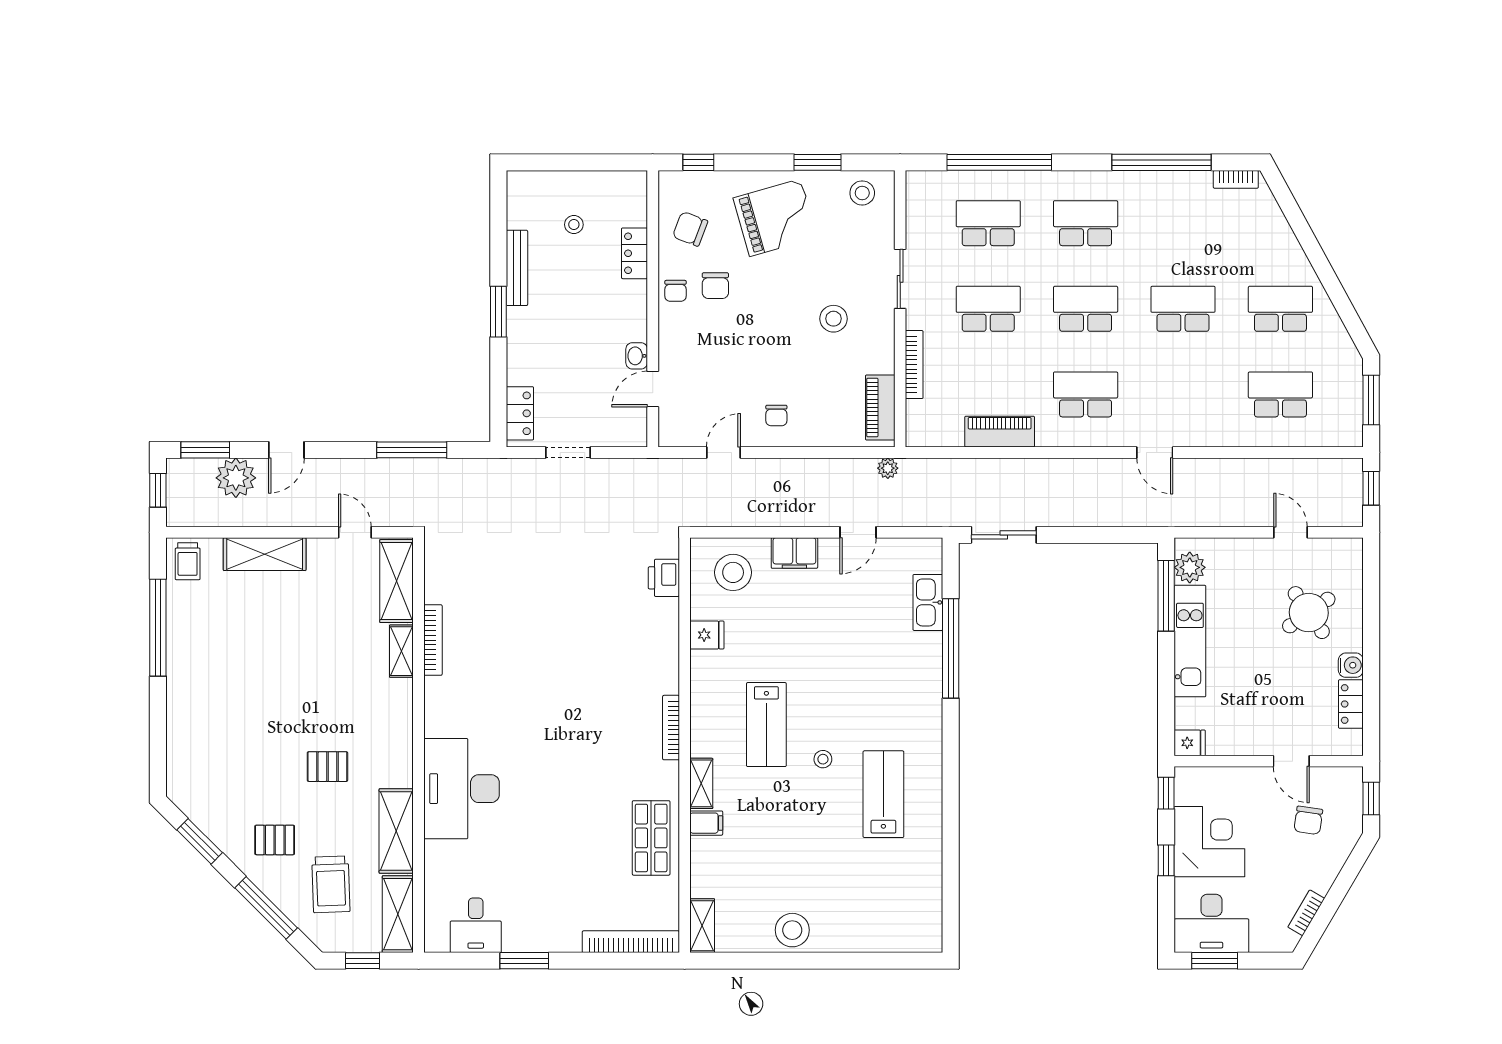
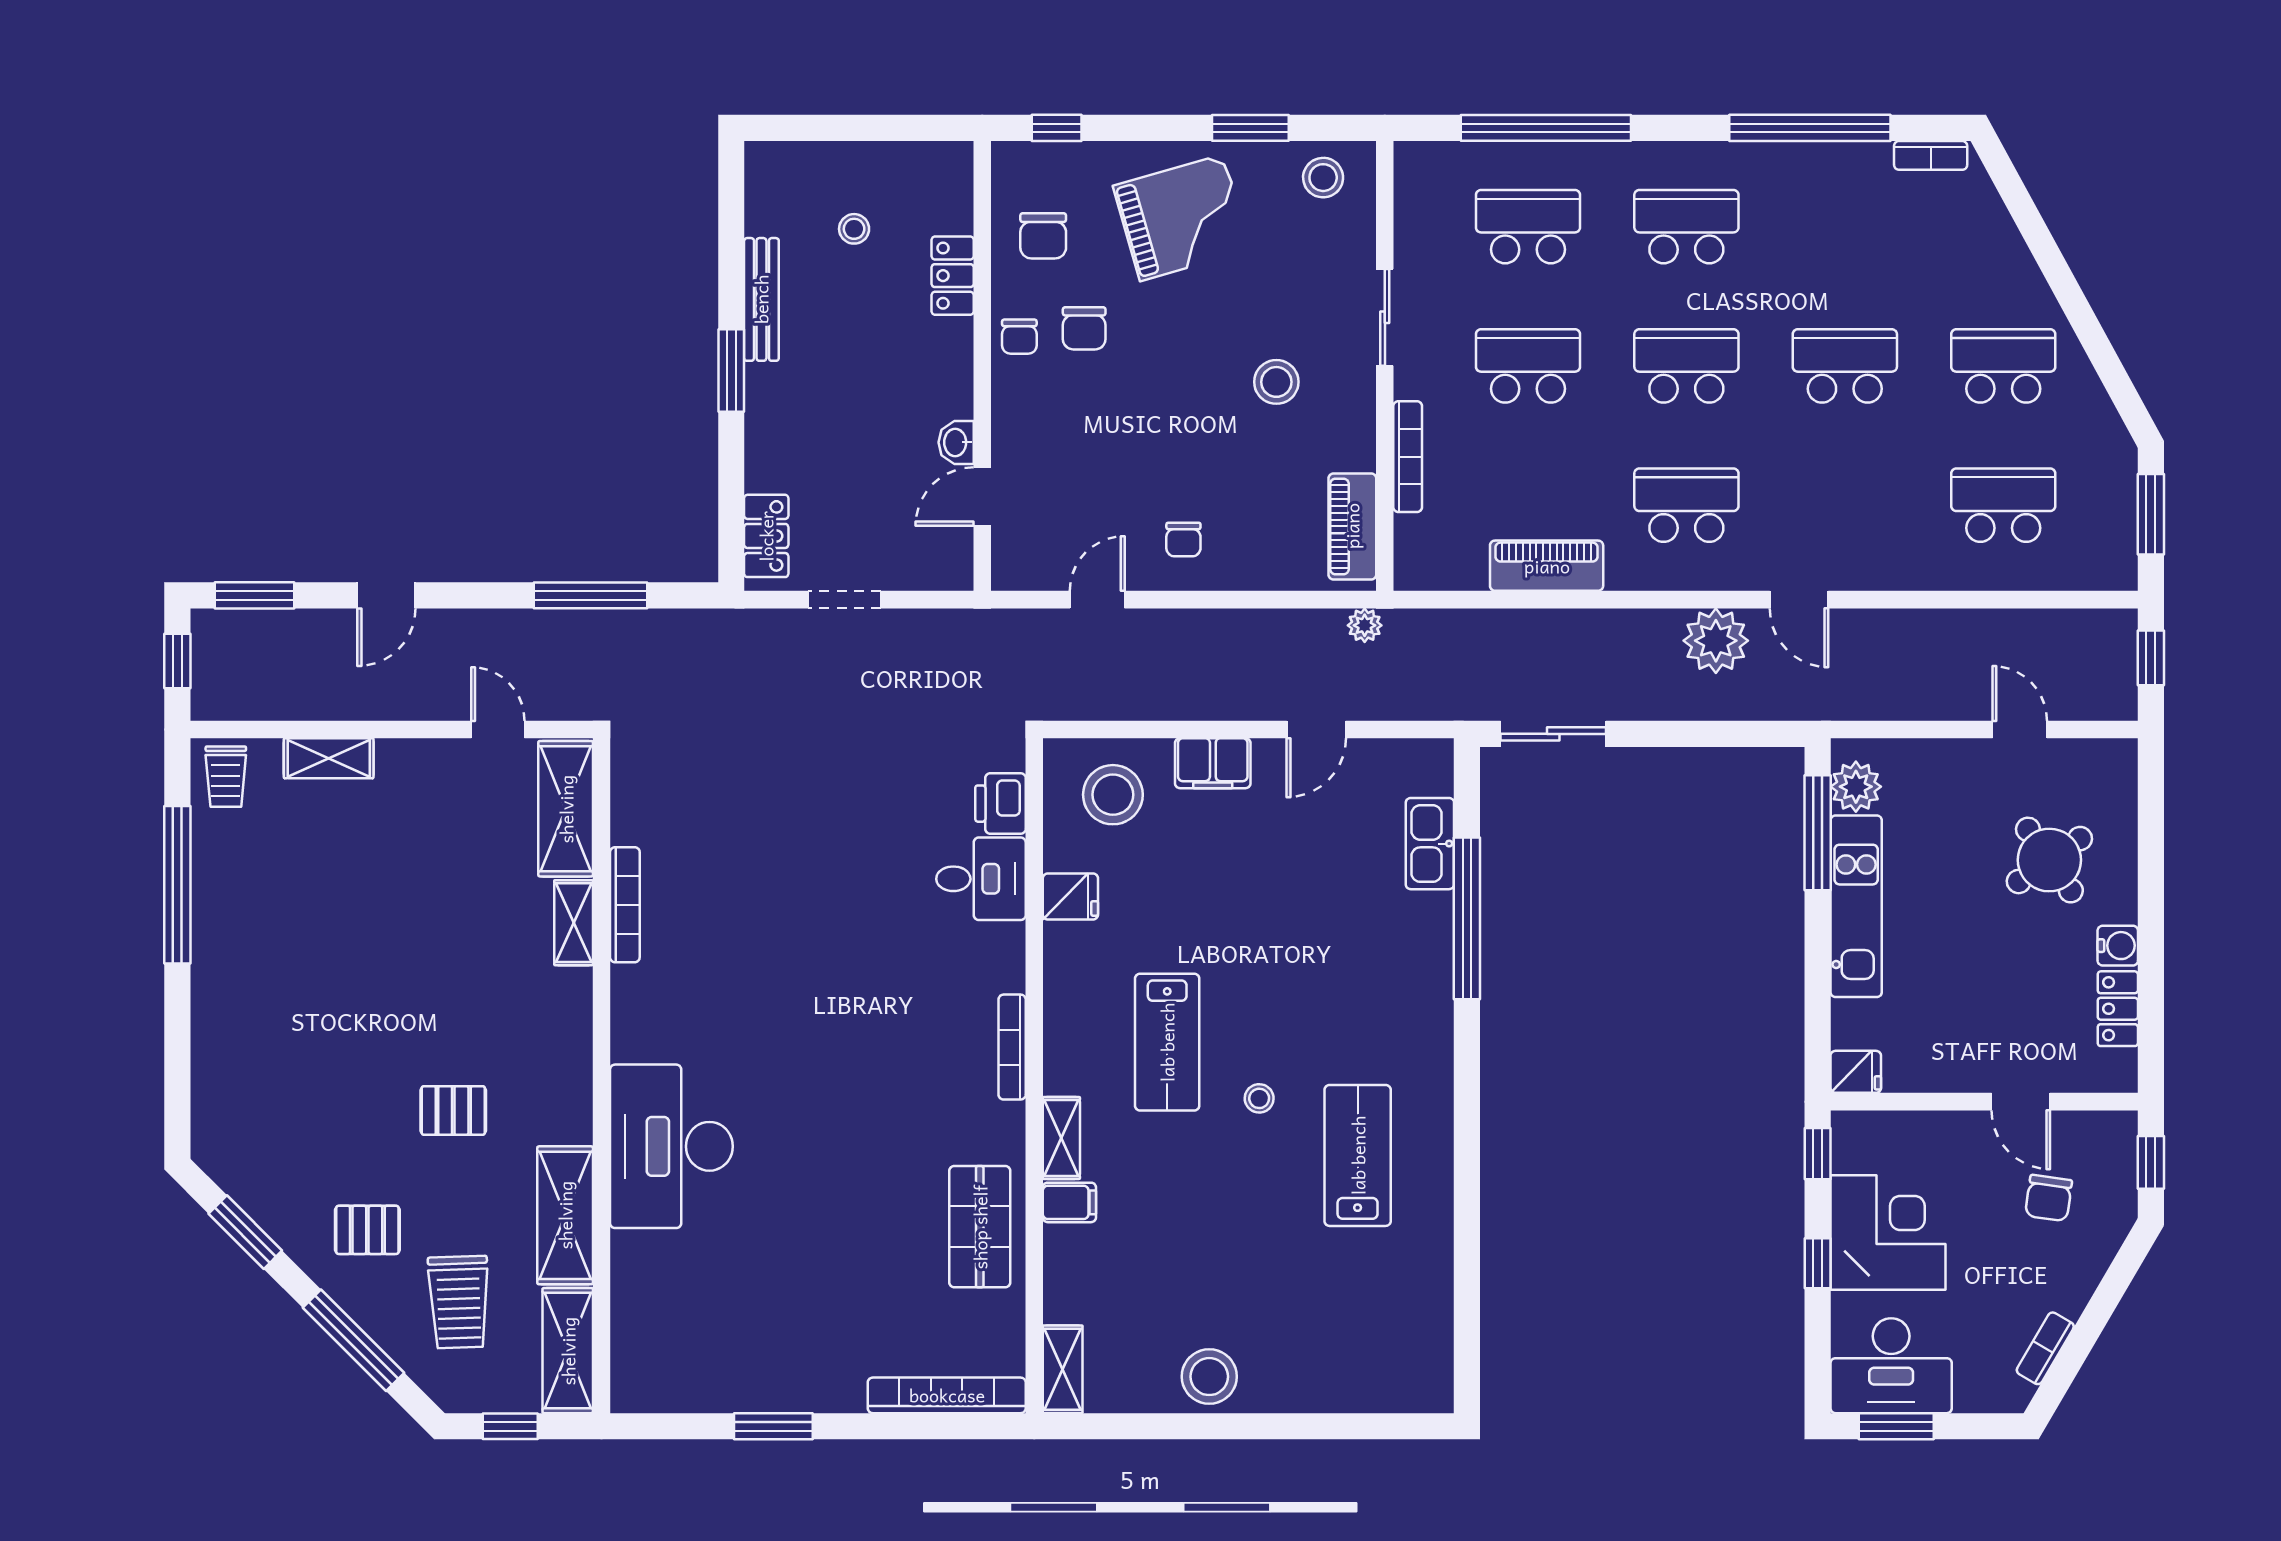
chair: (690, 229) -> (1043, 236), turned -111
plant: (236, 478) -> (1716, 641), moved
shelving: (265, 554) -> (329, 758), width x0.67, depth x0.75
desk: (476, 925) -> (981, 879), moved, turned -90

